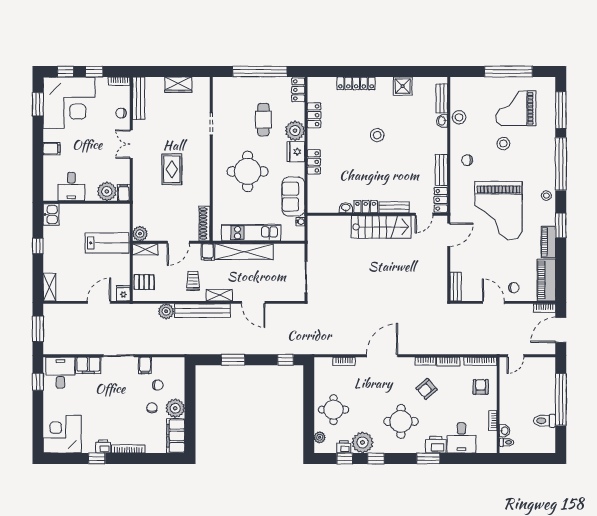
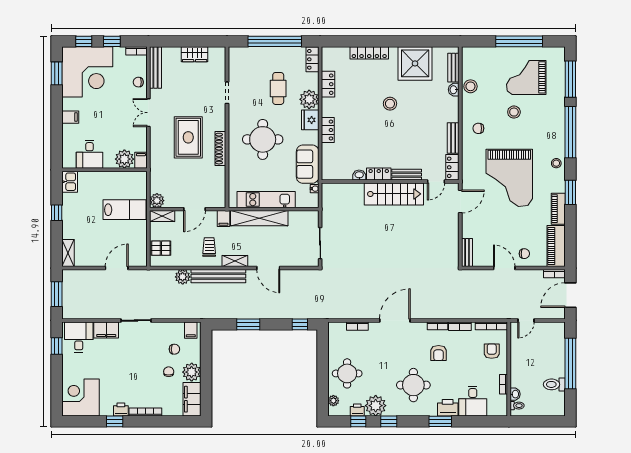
shower: (403, 86) -> (415, 63), width x1.86, depth x1.86
rug: (172, 169) -> (188, 137), width x1.36, depth x1.43
shoe rack: (205, 224) -> (220, 149), moved
fridge: (123, 293) -> (141, 259), removed
filing cabinet: (145, 365) -> (191, 330), moved
armchair: (427, 389) -> (439, 353), turned -49

